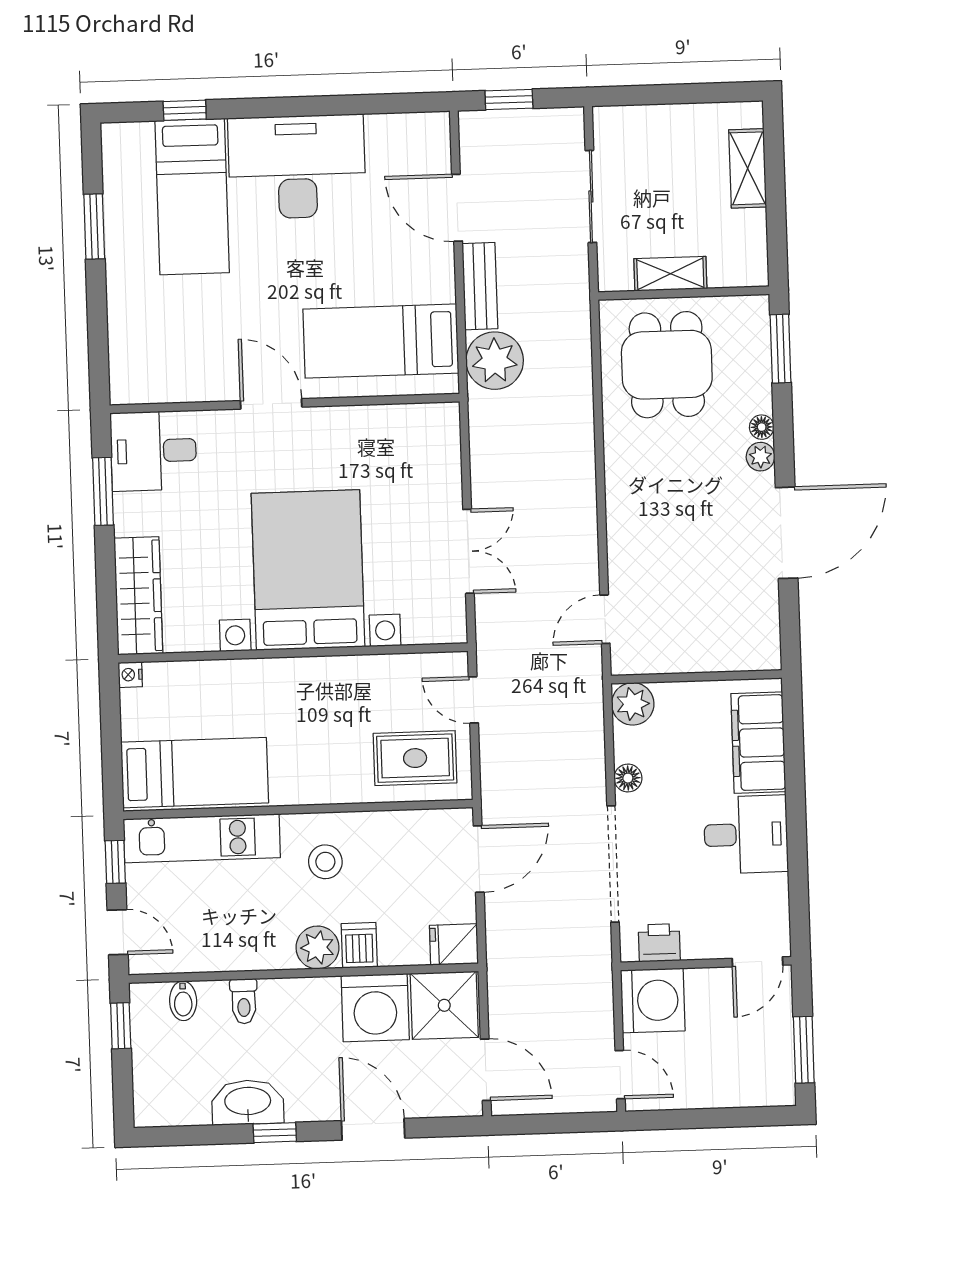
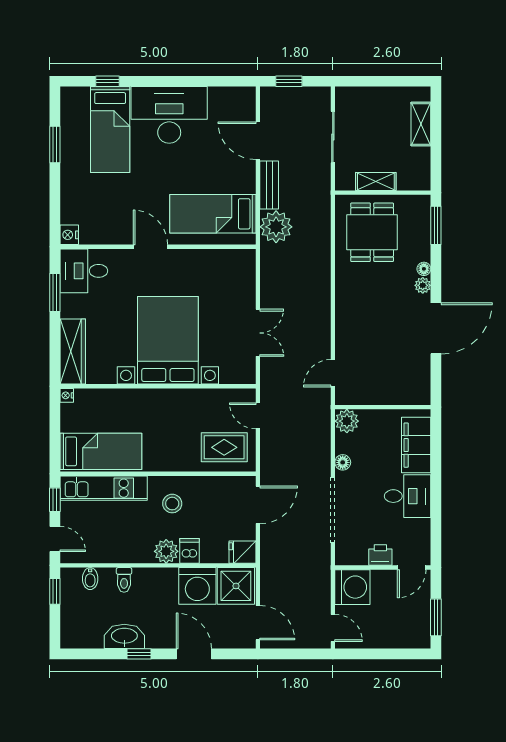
nightstand: (125, 387) -> (69, 235), added
printer: (659, 943) -> (380, 555), moved

